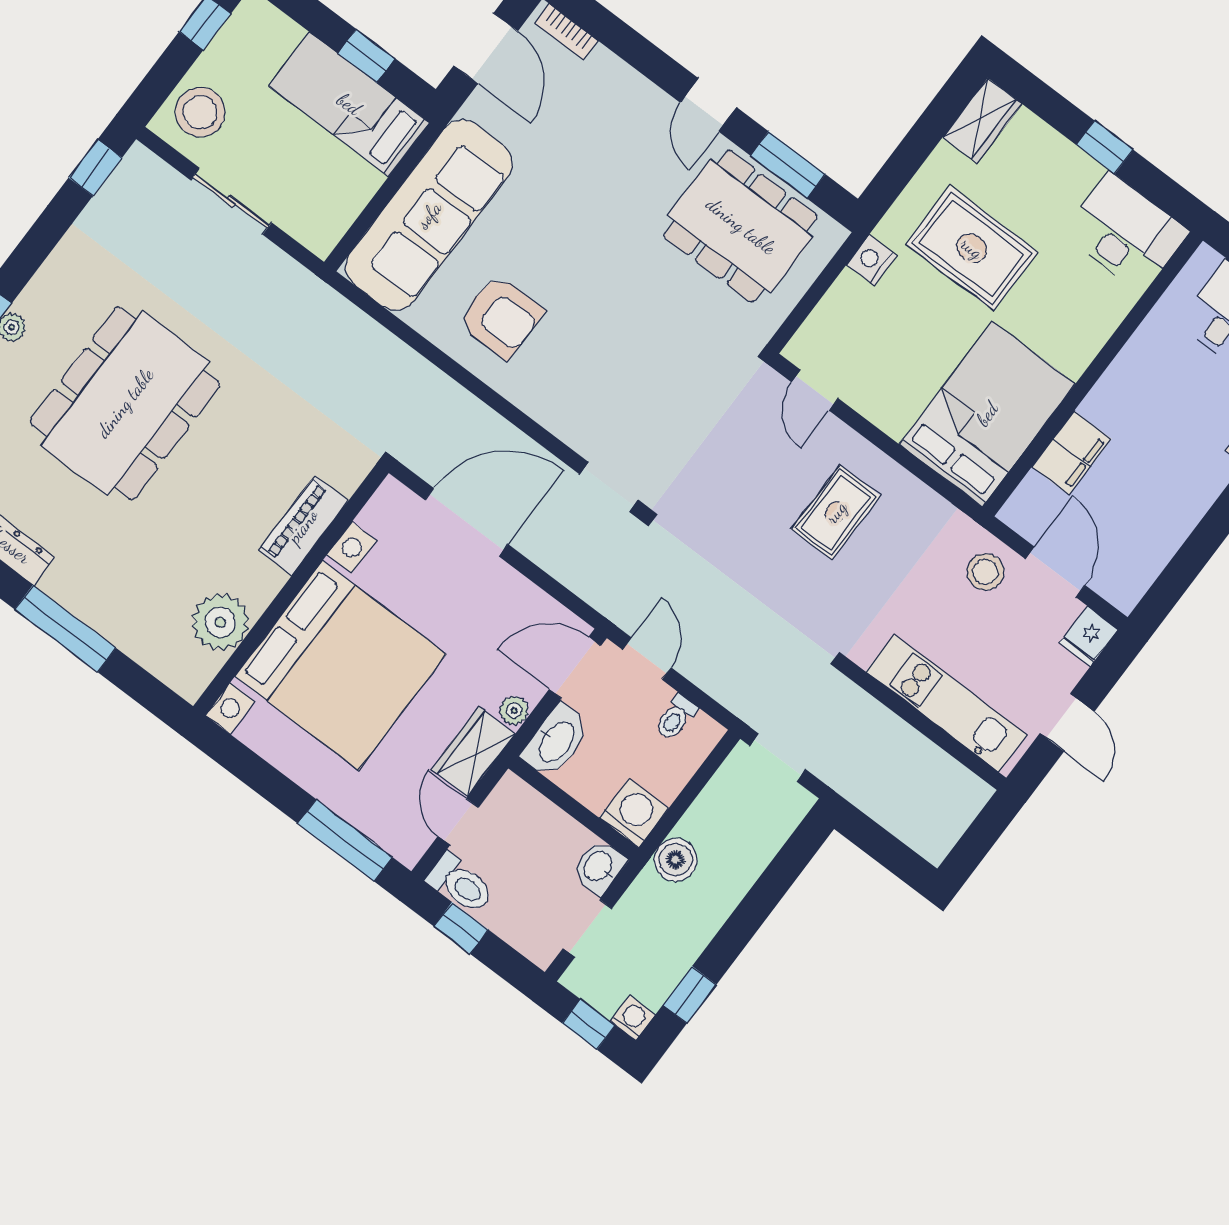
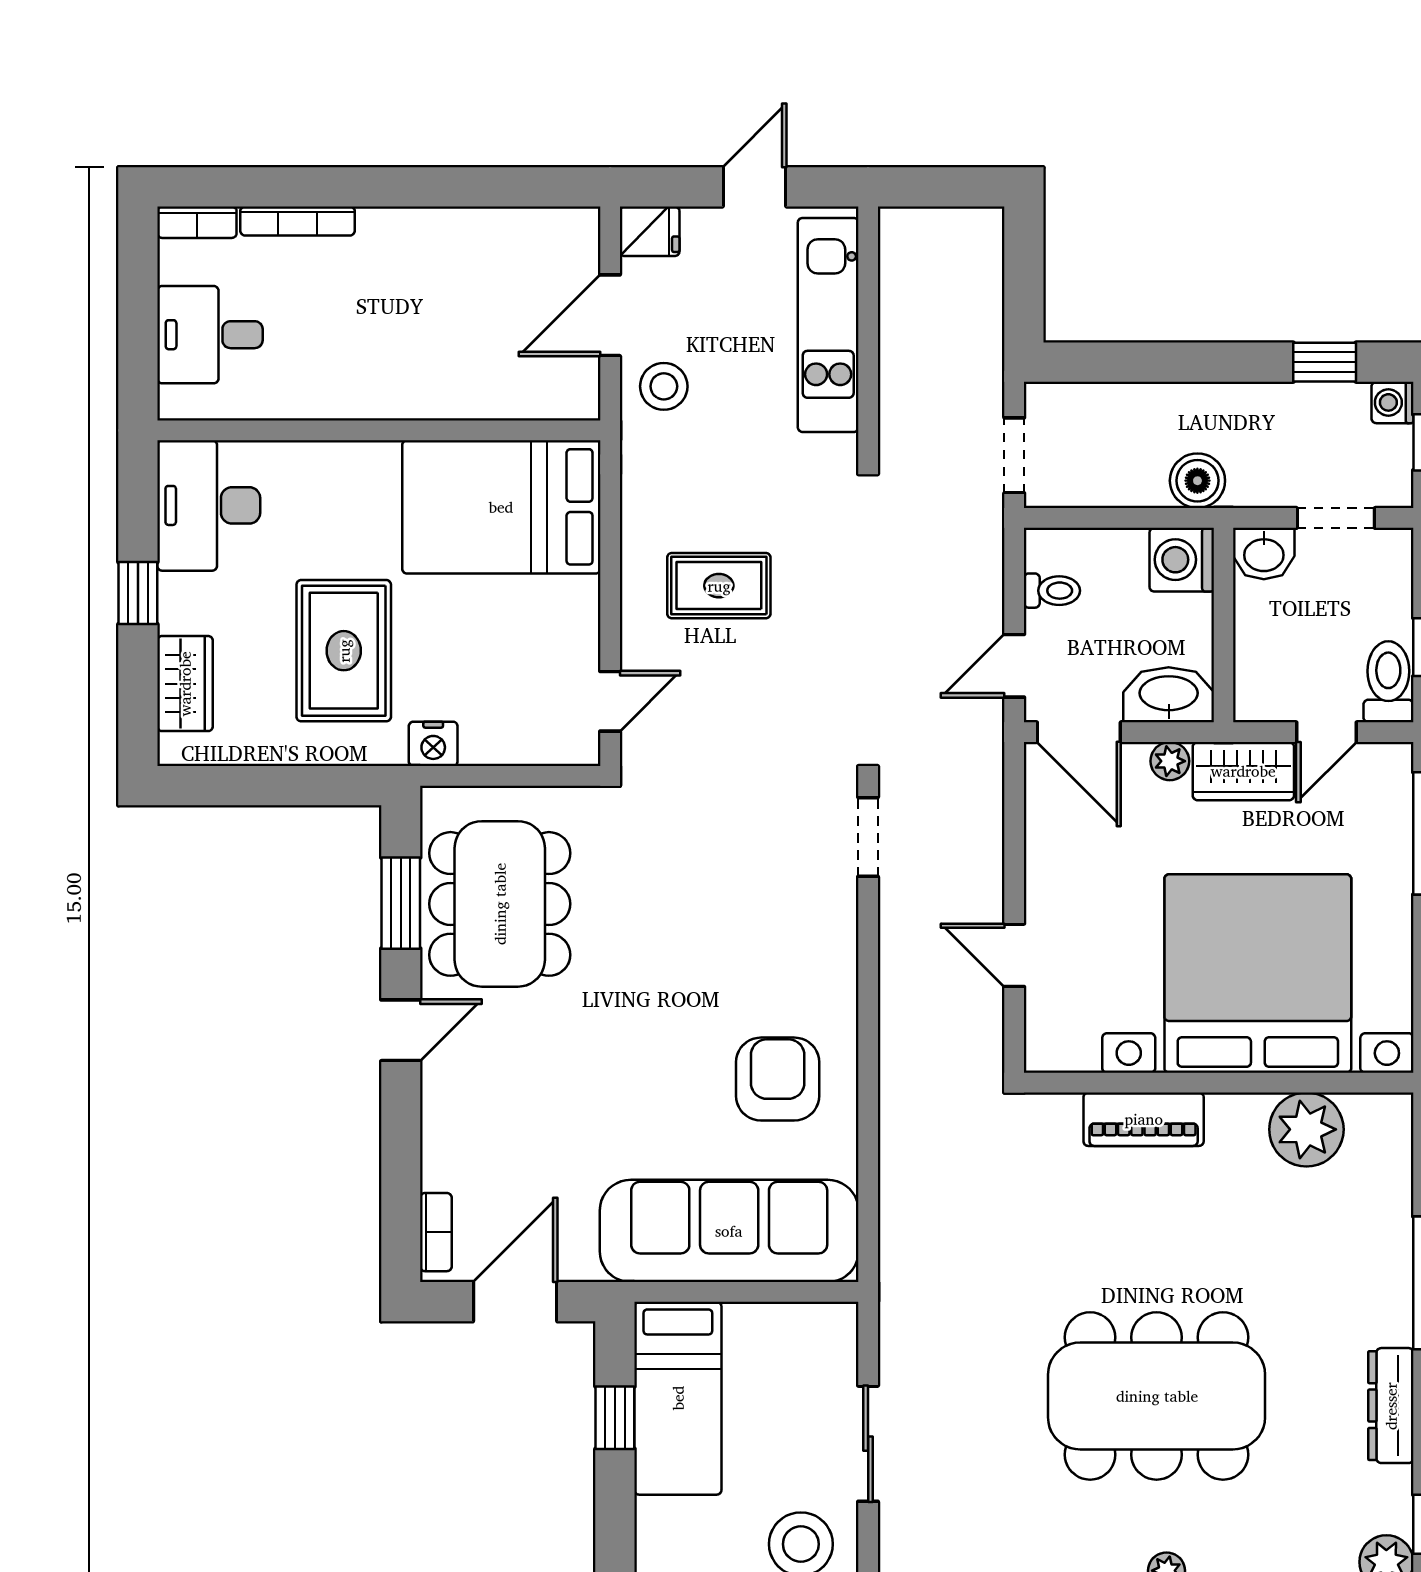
wardrobe: (982, 120) -> (185, 684), moved, turned 90
filing cabinet: (1072, 453) -> (476, 391), removed
door: (466, 522) -> (1014, 955), width x0.53

